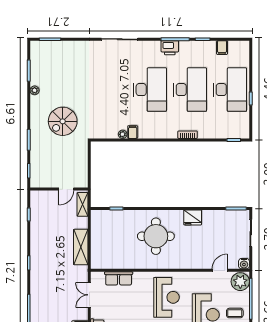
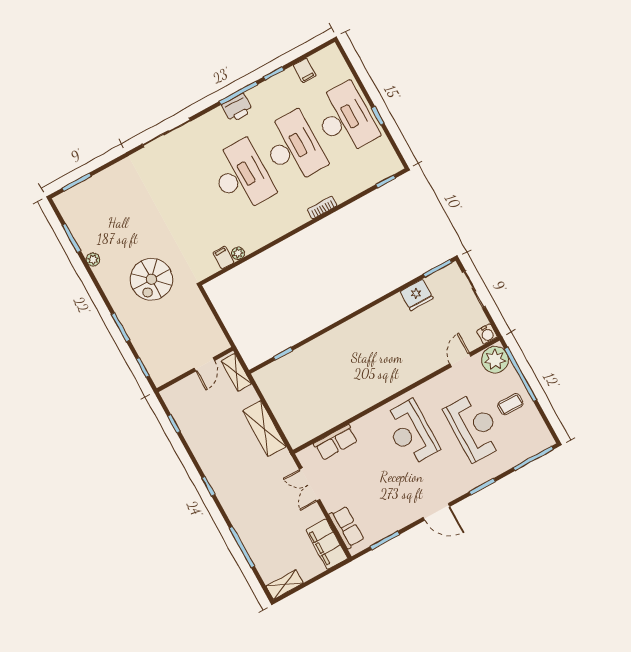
filing cabinet: (133, 132) -> (223, 258), moved
fridge: (193, 218) -> (417, 295), moved
round table: (156, 236) -> (354, 361), removed
reception desk: (167, 297) -> (411, 433), turned 180

